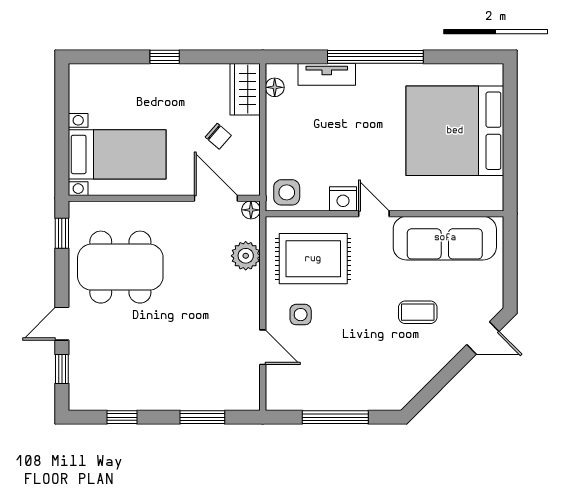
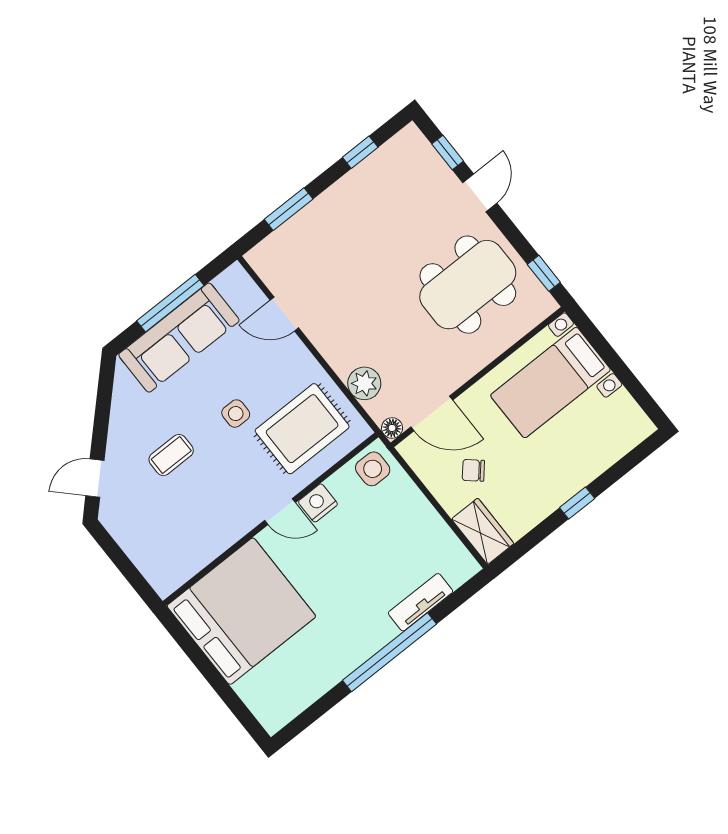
floor lamp: (275, 87) -> (458, 554), removed
bed: (455, 131) -> (241, 611), moved
sofa: (445, 238) -> (179, 338), moved, turned 180
side table: (301, 315) -> (236, 414), moved

